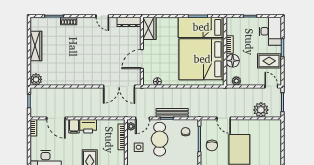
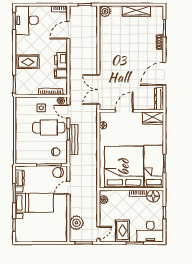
door: (102, 16) -> (164, 74), width x1.88
door: (142, 59) -> (124, 111), hinge flipped
floor lamp: (233, 61) -> (153, 196), moved
filing cabinet: (74, 126) -> (61, 74), moved
chair: (212, 145) -> (58, 172), moved

